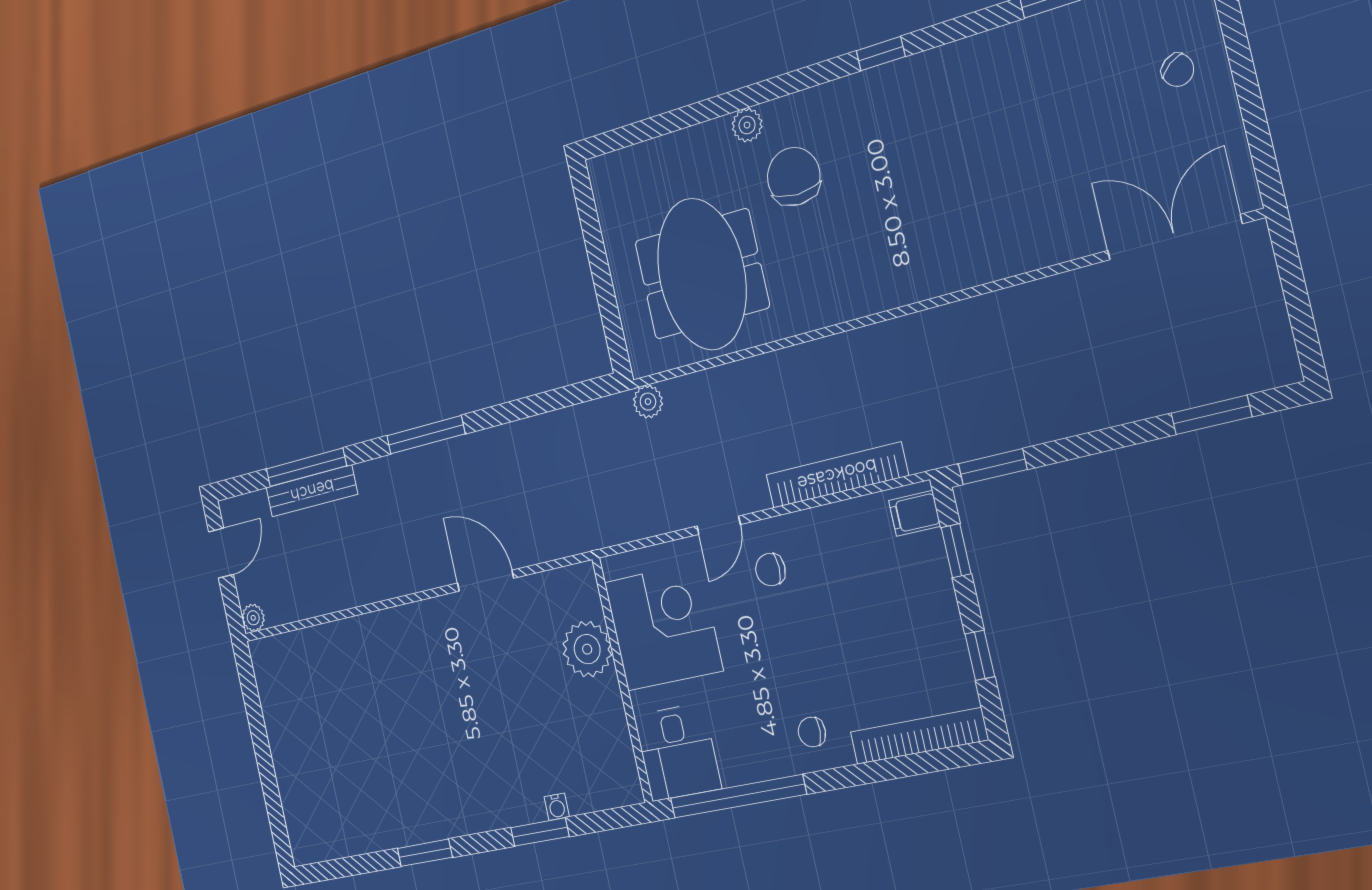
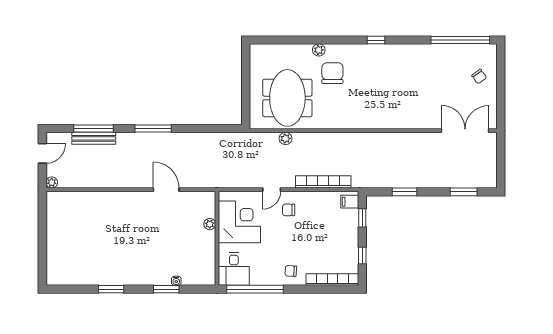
plant: (648, 402) -> (286, 138), moved
window: (993, 467) -> (405, 192), moved
plant: (587, 649) -> (210, 224), width x0.53, depth x0.53

